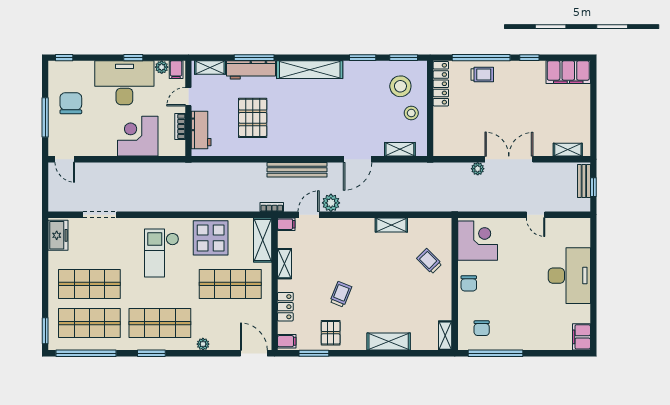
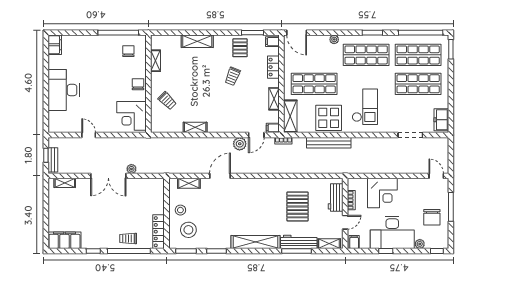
plant: (162, 67) -> (420, 244), moved
bench: (297, 170) -> (329, 143), moved
shelving: (445, 336) -> (155, 61), moved

